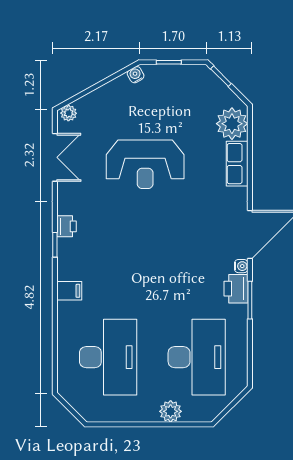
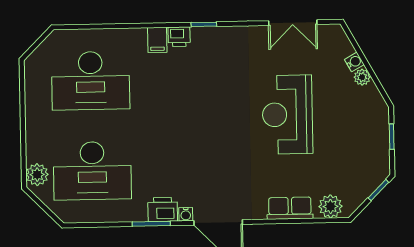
water cooler: (136, 75) -> (354, 62), moved
plant: (69, 113) -> (362, 77), moved
plant: (232, 124) -> (331, 206), width x0.73, depth x0.73
printer: (67, 226) -> (179, 37), moved
plant: (171, 411) -> (37, 175), moved

